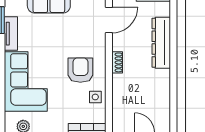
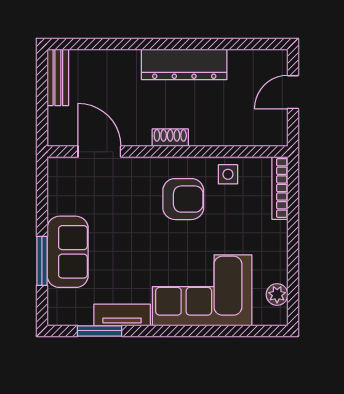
dresser: (161, 43) -> (184, 64), moved
armchair: (80, 70) -> (183, 199), turned 180

